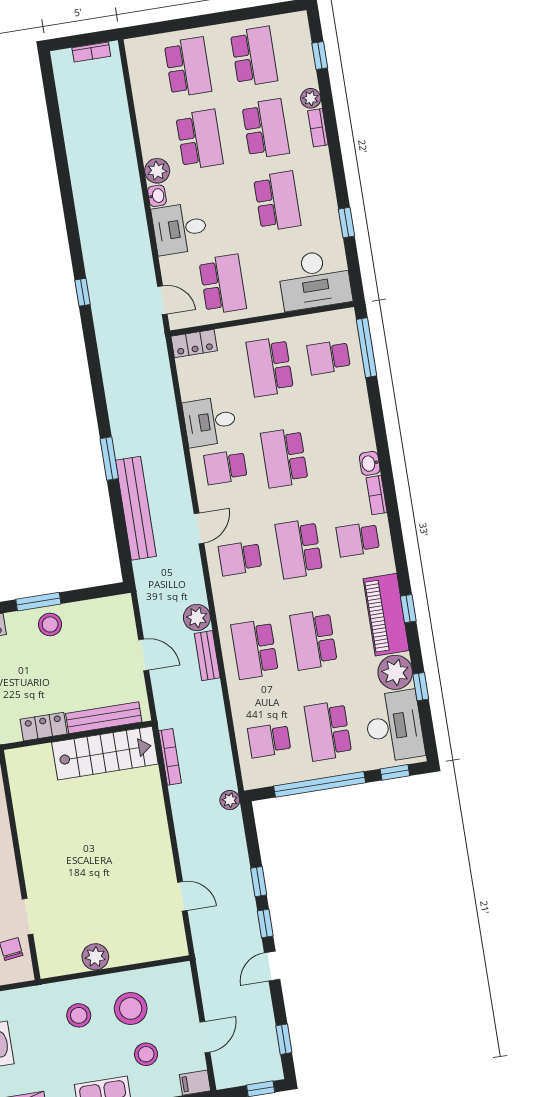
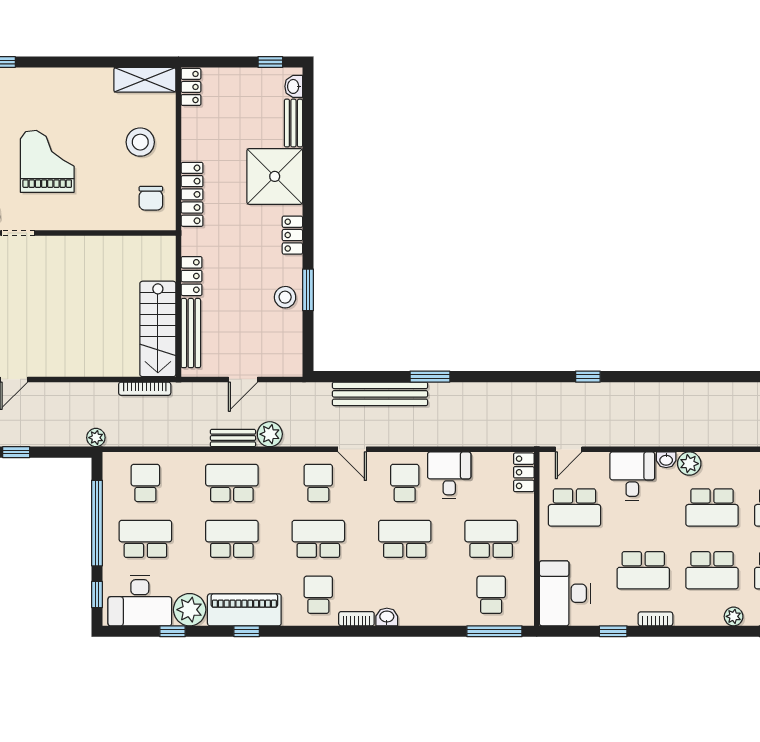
bookcase: (318, 128) -> (655, 619), moved

